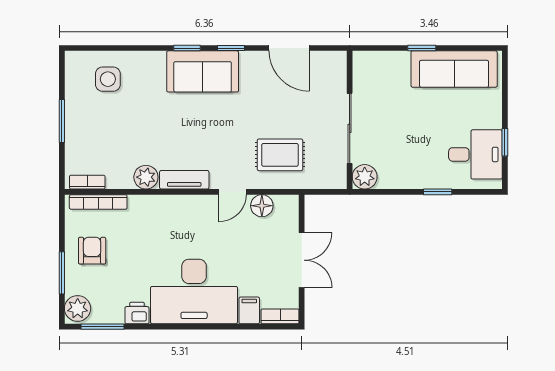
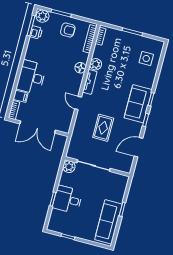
desk: (475, 154) -> (68, 199), moved, turned 90
rug: (280, 155) -> (103, 128), moved
floor lamp: (262, 206) -> (80, 68), moved
double door: (302, 260) -> (38, 127), width x1.37
desk: (194, 291) -> (31, 77), width x0.73, depth x0.77
printer: (137, 313) -> (36, 32), moved

